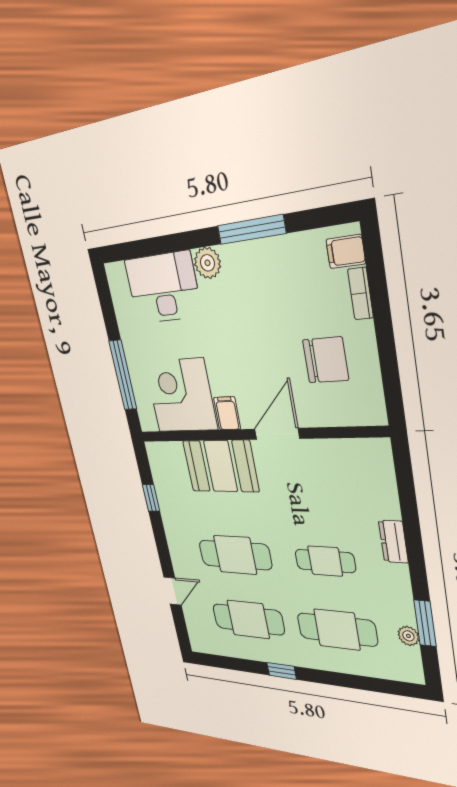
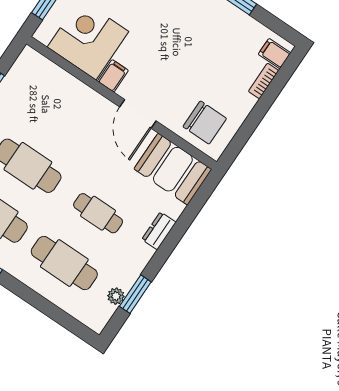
chair: (326, 360) -> (205, 122), moved
door: (277, 434) -> (138, 114), swing flipped
booth: (221, 466) -> (173, 169), moved

